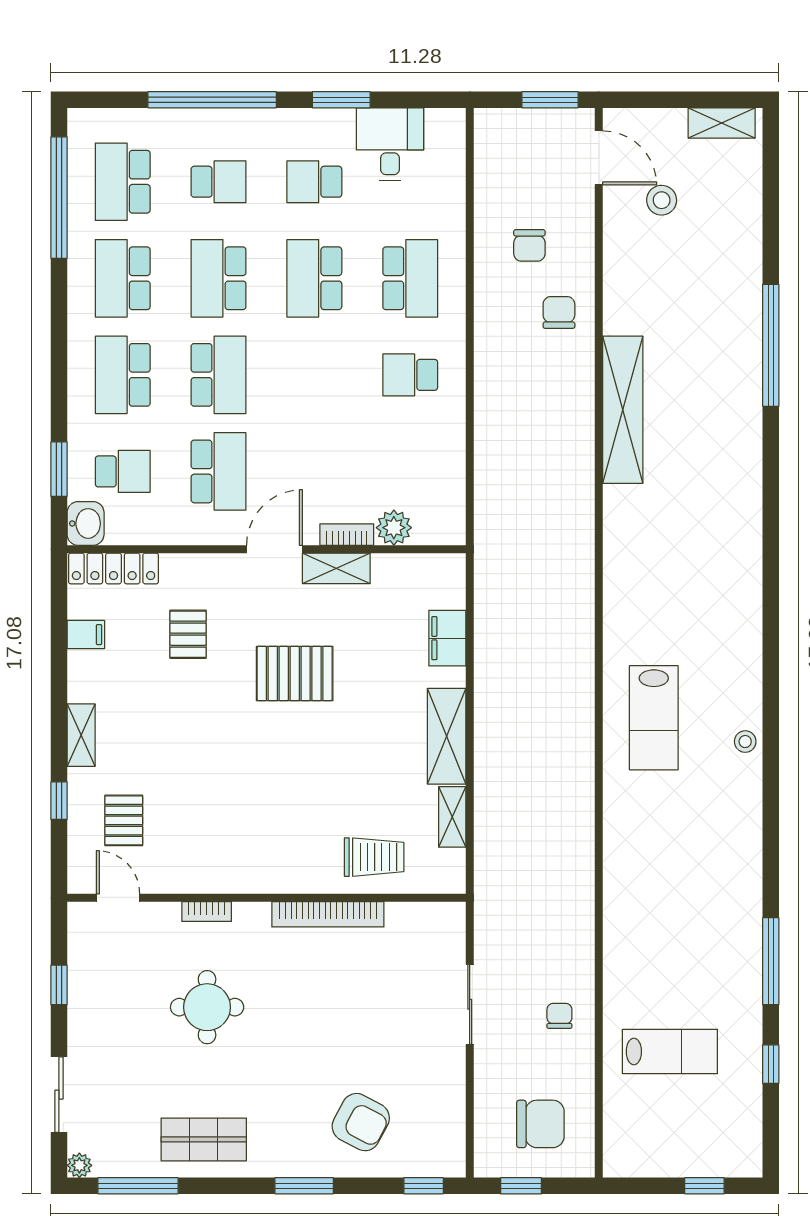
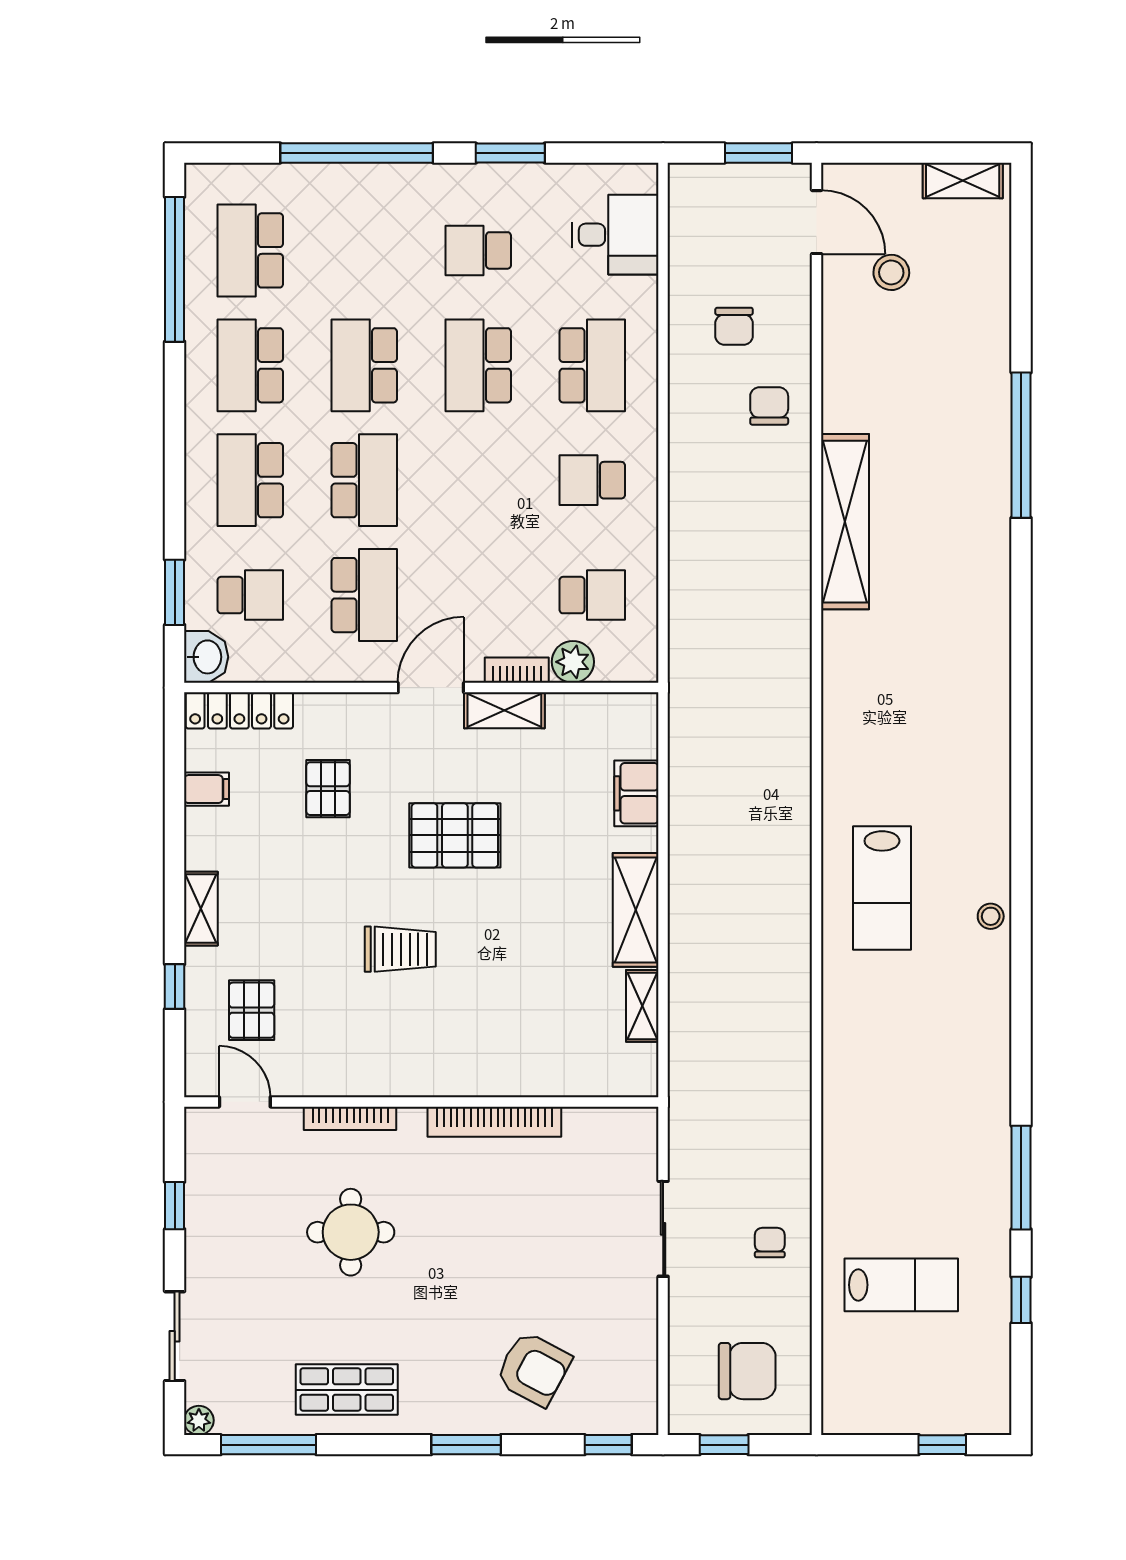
desk: (390, 144) -> (615, 235), moved, turned 90
school desk: (219, 182) -> (592, 595), moved
trolley: (374, 857) -> (400, 949), moved
bookcase: (207, 911) -> (350, 1118), width x1.56

